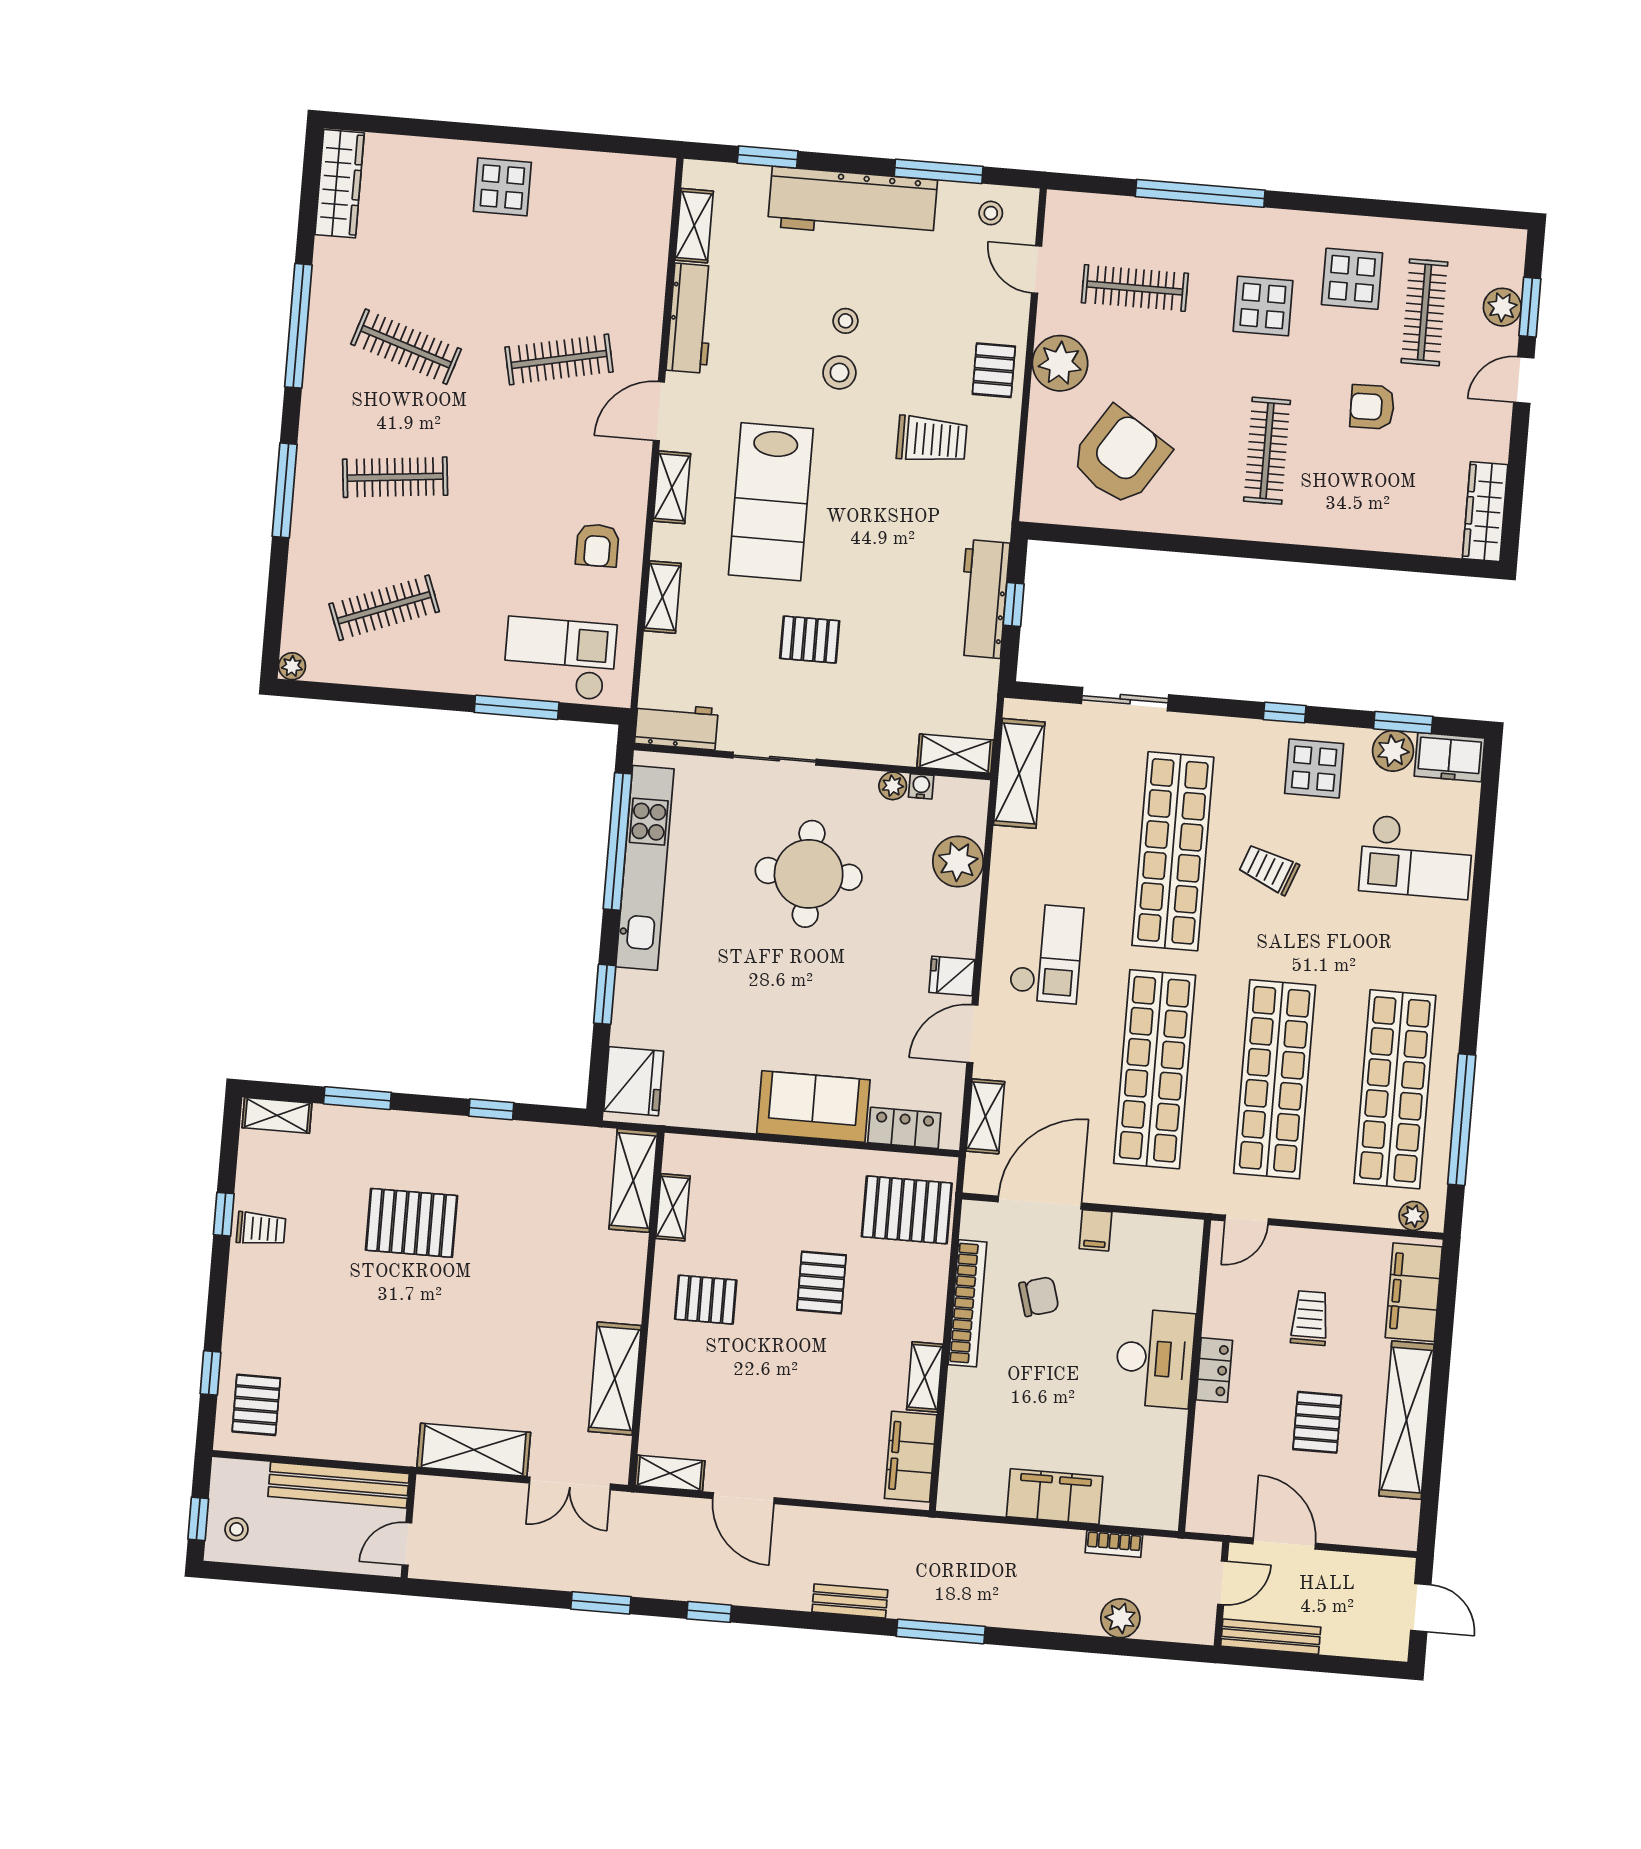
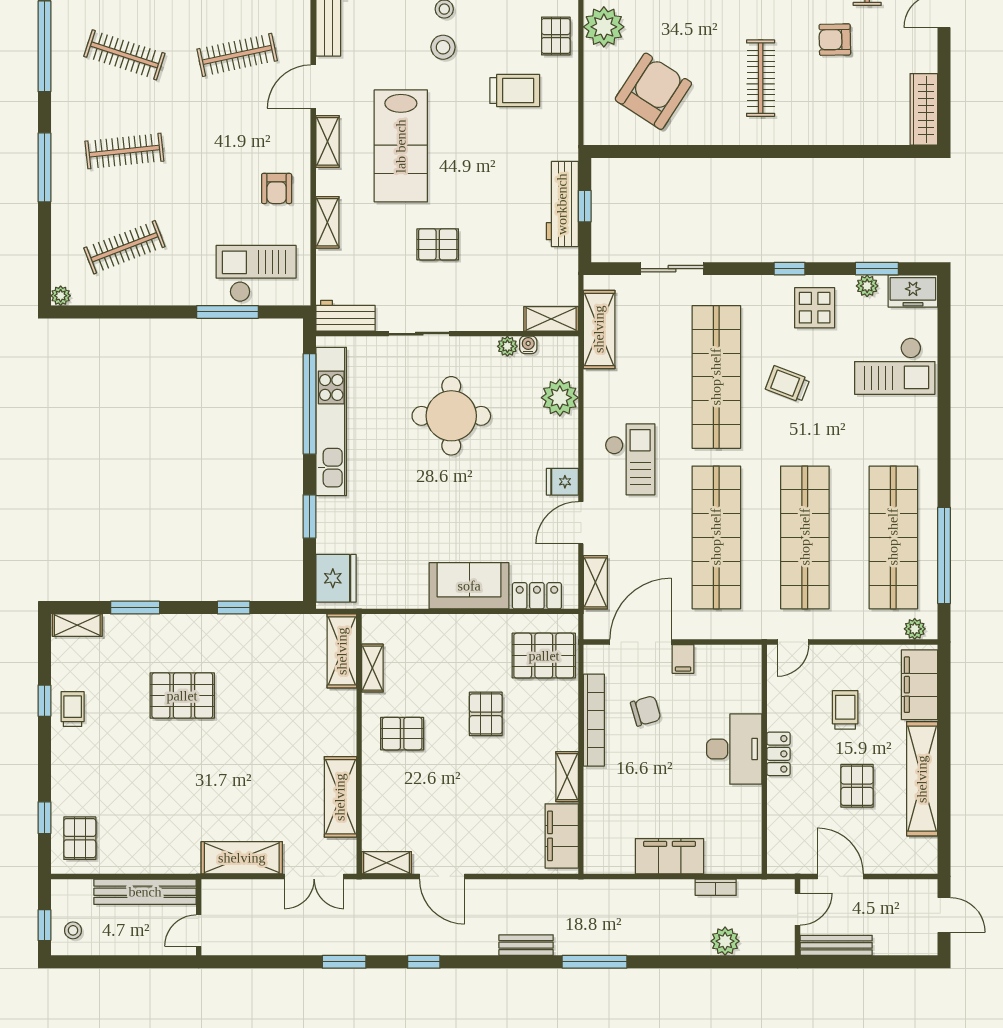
plant: (1393, 751) -> (867, 286), width x0.73, depth x0.73
trolley: (261, 1229) -> (73, 709), turned -90

